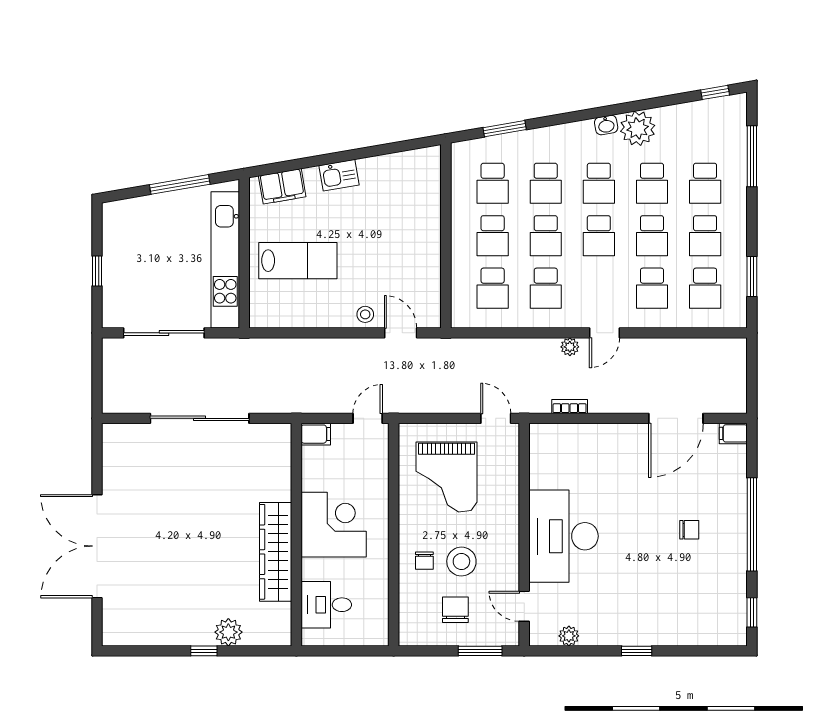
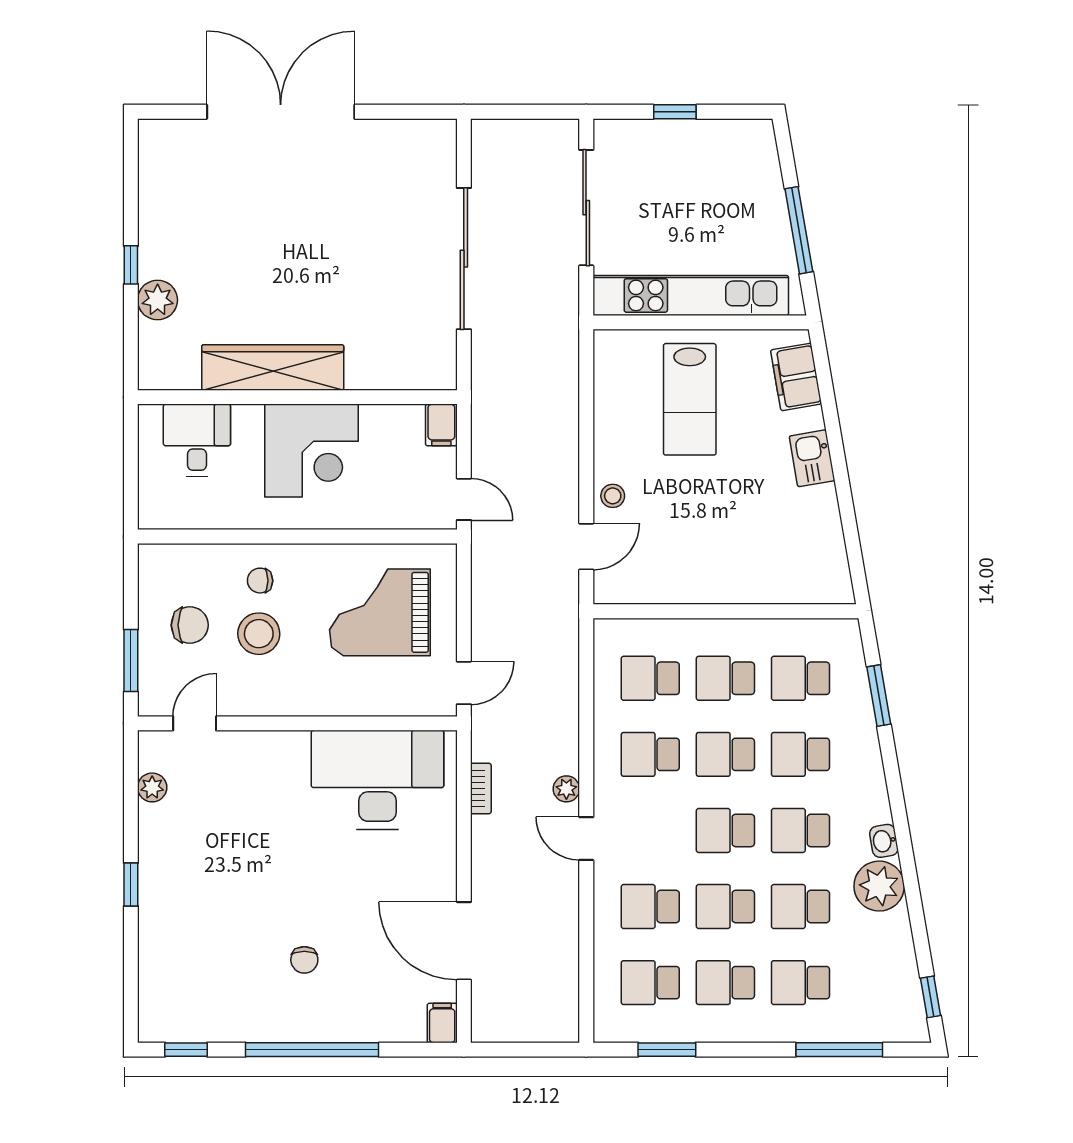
desk: (563, 536) -> (378, 780), moved

